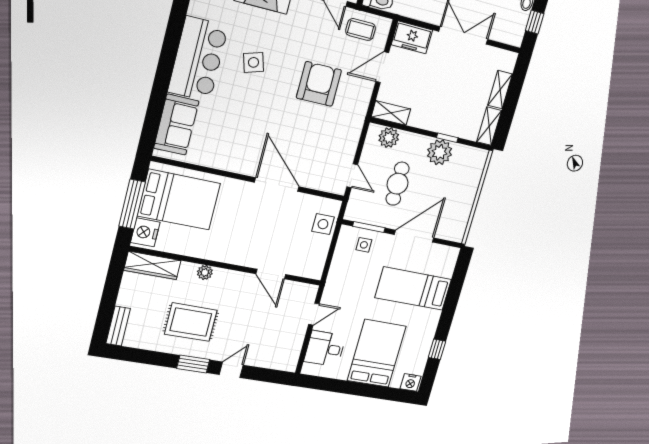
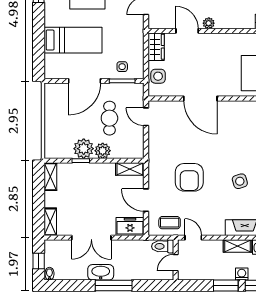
door: (382, 67) -> (146, 200), swing flipped
shelving: (500, 90) -> (50, 222), moved
plant: (389, 138) -> (103, 151), moved
wardrobe: (315, 262) -> (156, 47), added
plant: (205, 272) -> (209, 23), moved

